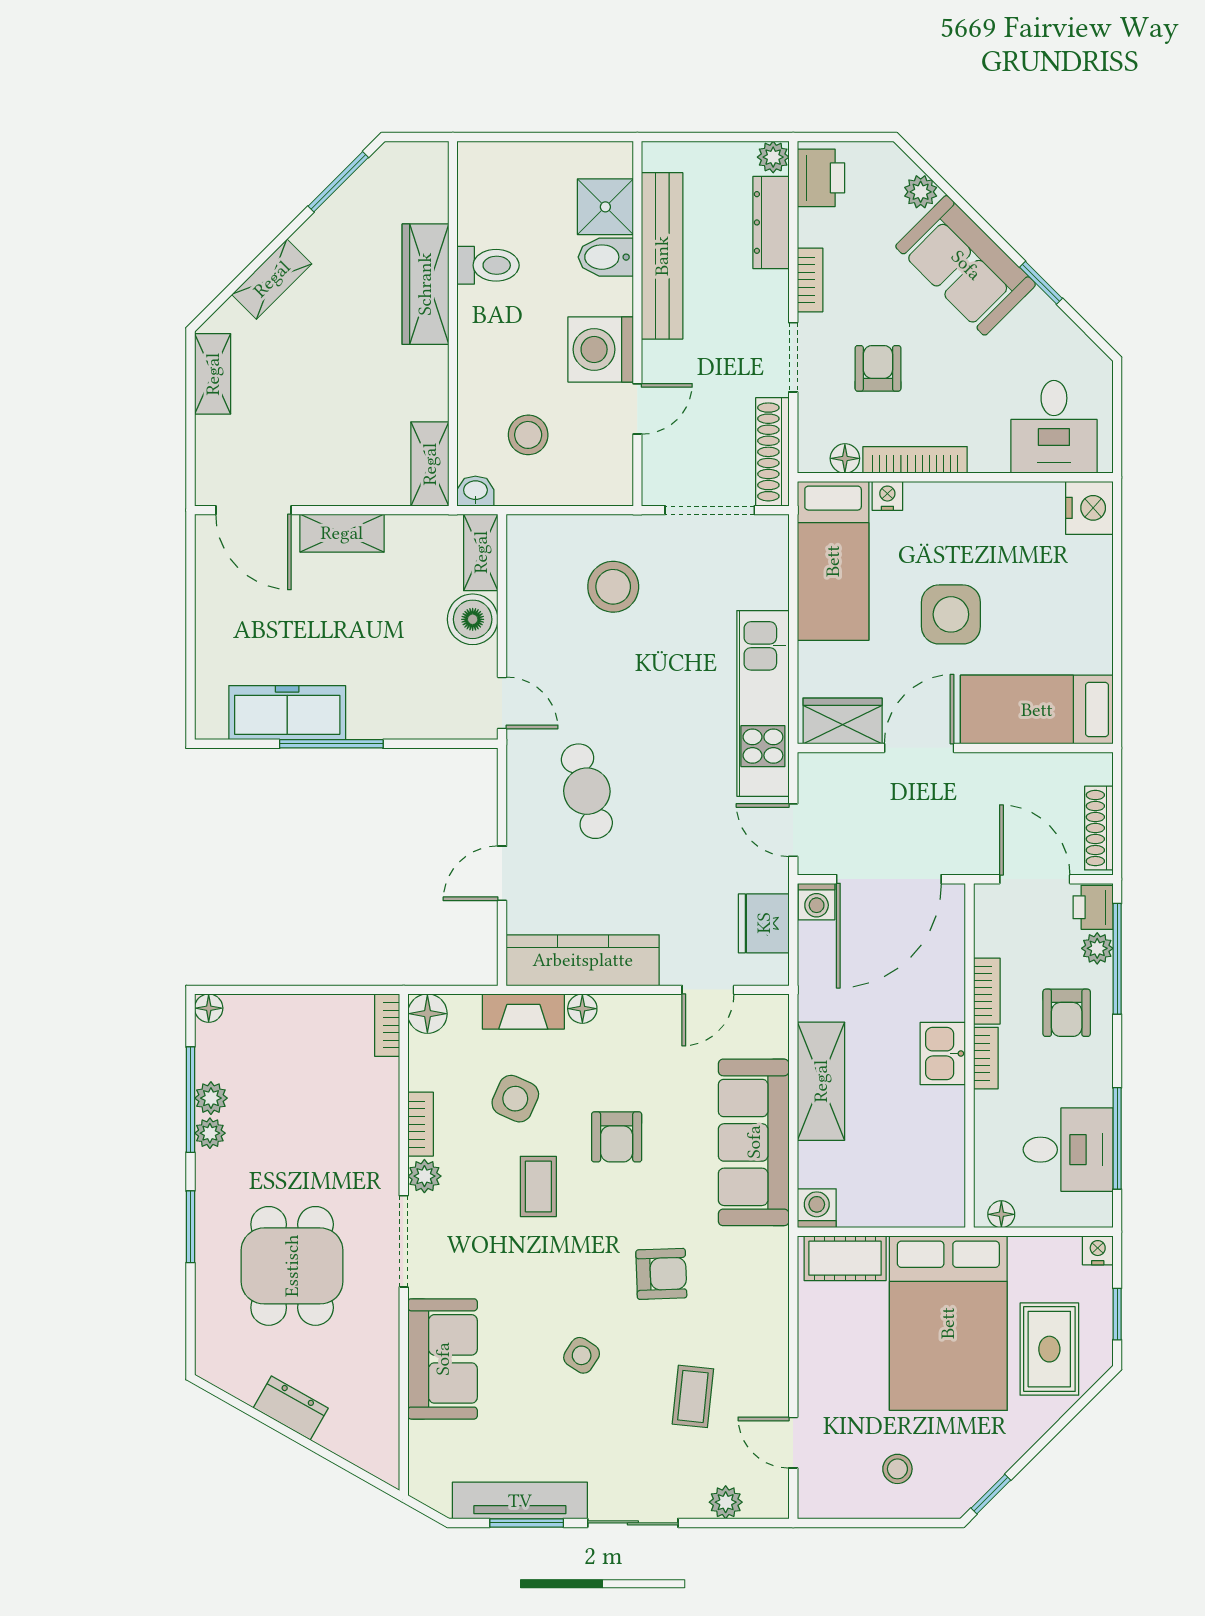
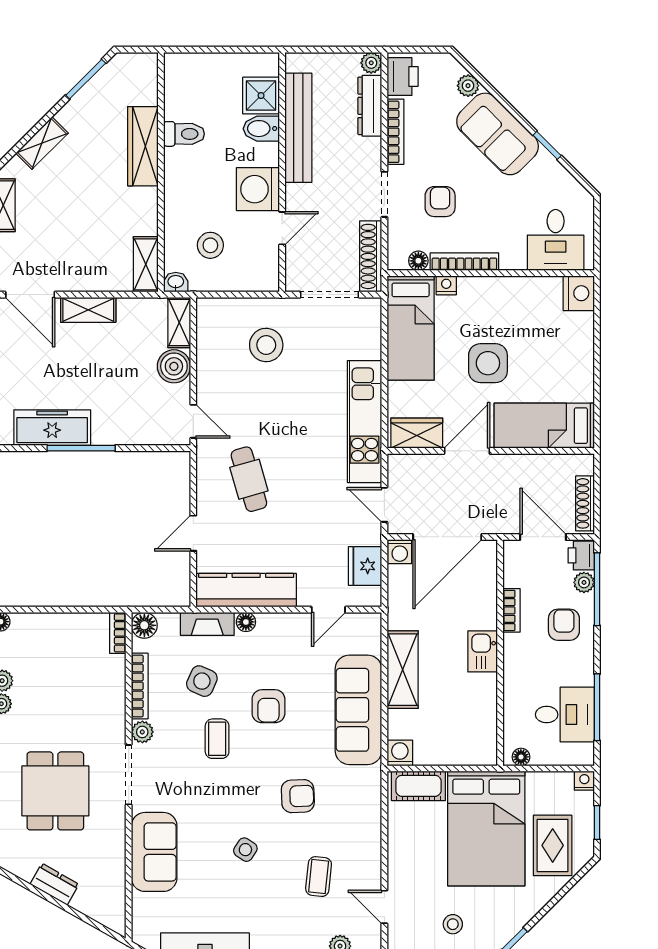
bookcase: (810, 280) -> (395, 132), width x1.56
armchair: (1067, 1013) -> (564, 625), turned 180
bookcase: (986, 1058) -> (511, 654), removed
bookcase: (421, 1124) -> (140, 686), width x1.56

